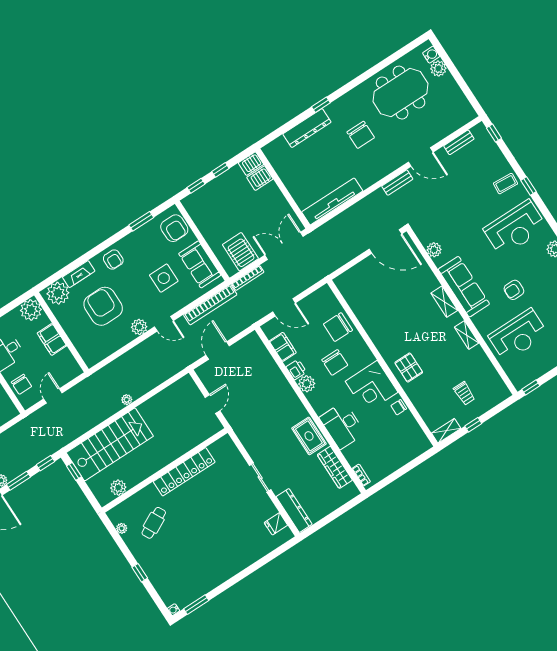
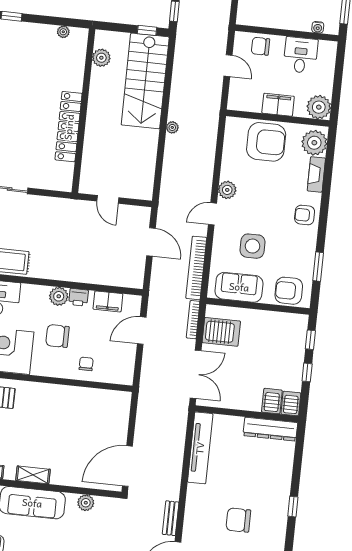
dresser: (307, 128) -> (270, 429), moved, turned -90
armchair: (103, 306) -> (266, 142), moved
chair: (338, 327) -> (86, 364), width x0.54, depth x0.54
cafe table: (154, 523) -> (45, 64), removed

